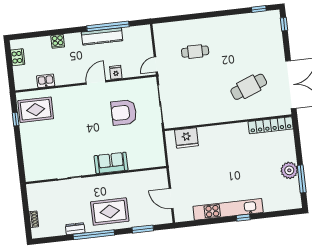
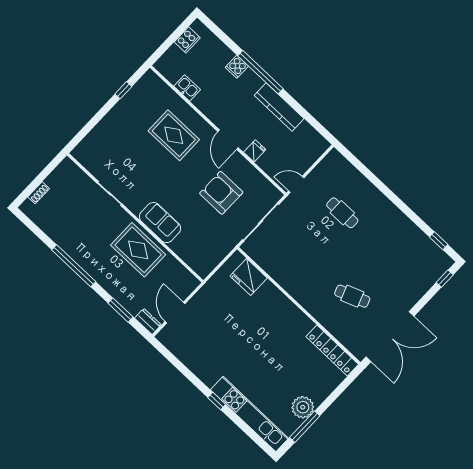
window: (108, 26) -> (260, 72), moved
door: (96, 82) -> (228, 140), swing flipped
cafe table: (249, 87) -> (352, 296), width x0.73, depth x0.74
rug: (36, 110) -> (174, 135), moved
kitchen unit: (228, 209) -> (249, 414), moved
rug: (110, 212) -> (138, 250), moved
dresser: (75, 229) -> (148, 321), moved

